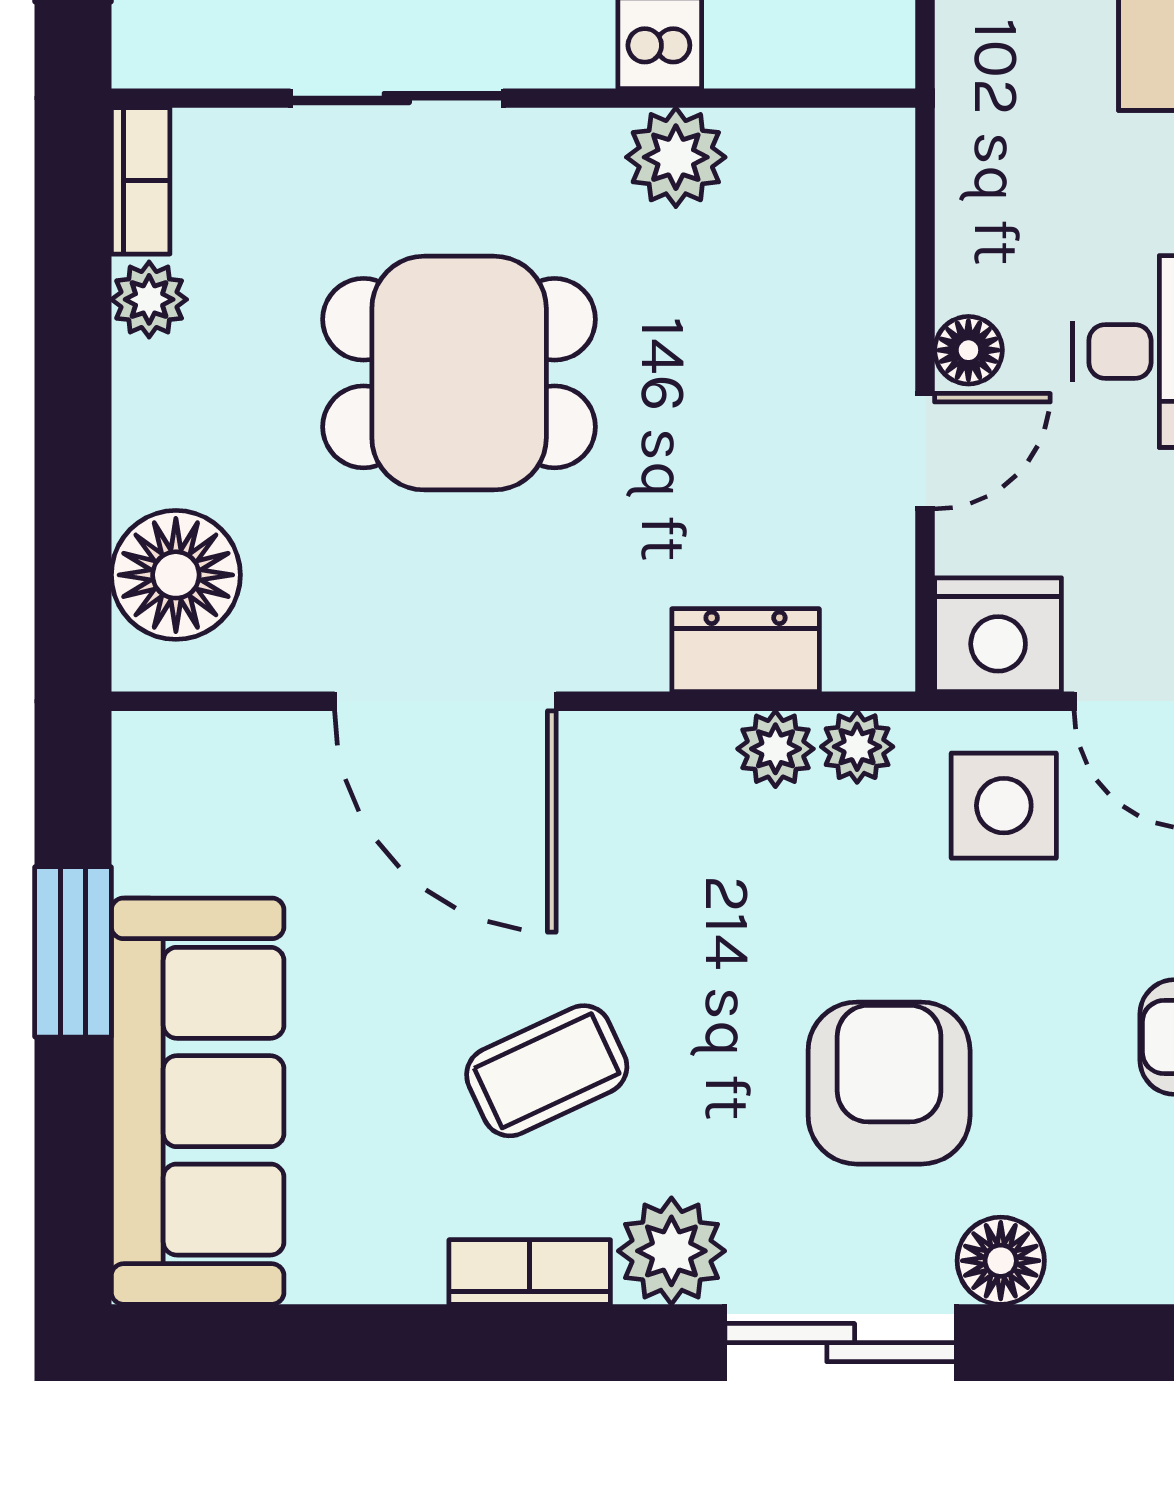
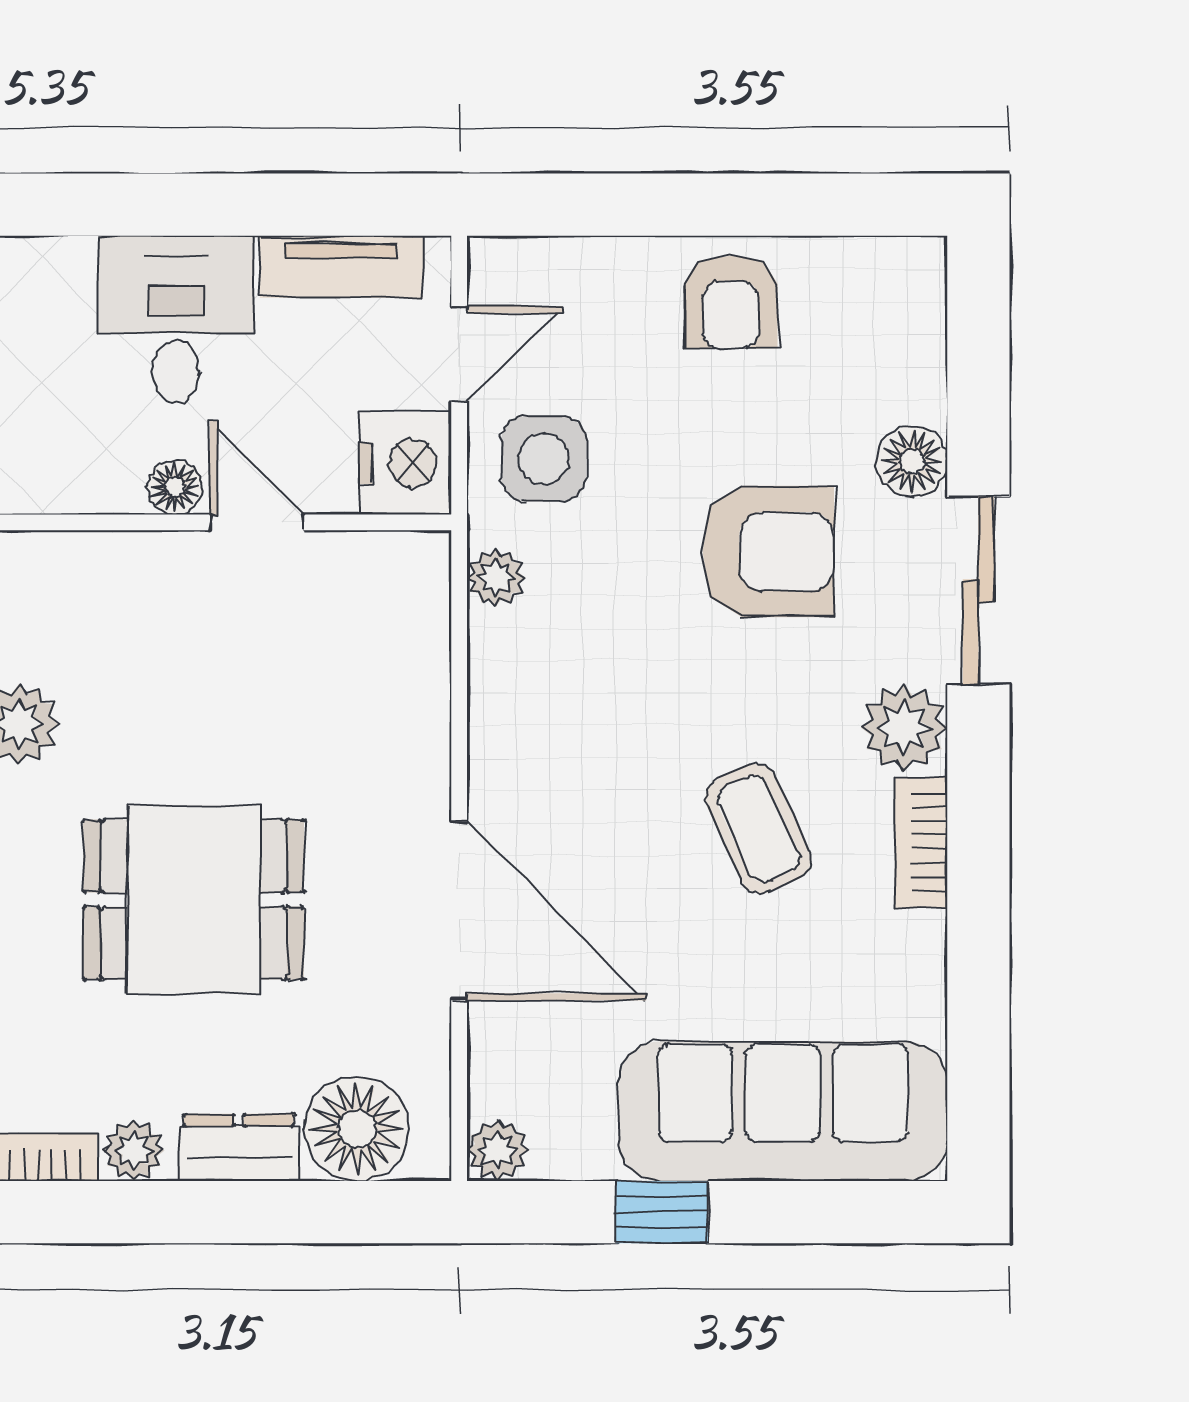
dining table: (459, 373) -> (194, 900), turned 90
dresser: (746, 650) -> (239, 1147), moved, turned 90
door: (445, 701) -> (459, 911), hinge flipped
plant: (775, 749) -> (498, 1150), moved
window: (73, 952) -> (662, 1212), width x0.67
armchair: (889, 1083) -> (768, 552), turned 180

